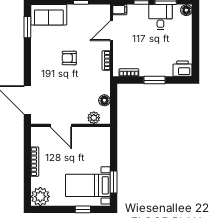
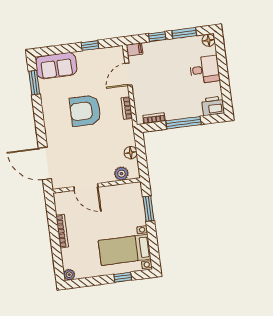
desk: (160, 17) -> (205, 70), moved, turned 90
armchair: (69, 58) -> (85, 111), width x1.88, depth x1.88
window: (154, 80) -> (183, 123), width x1.44
window: (114, 182) -> (148, 209), moved
plant: (40, 197) -> (69, 275), width x0.53, depth x0.53

